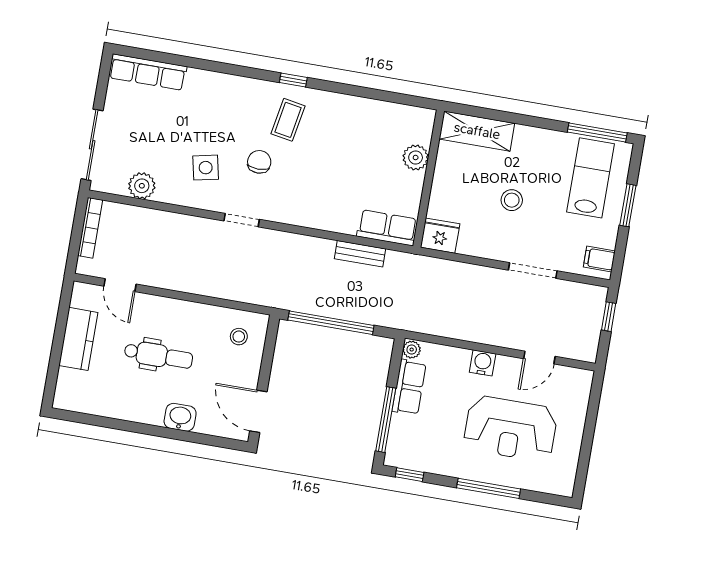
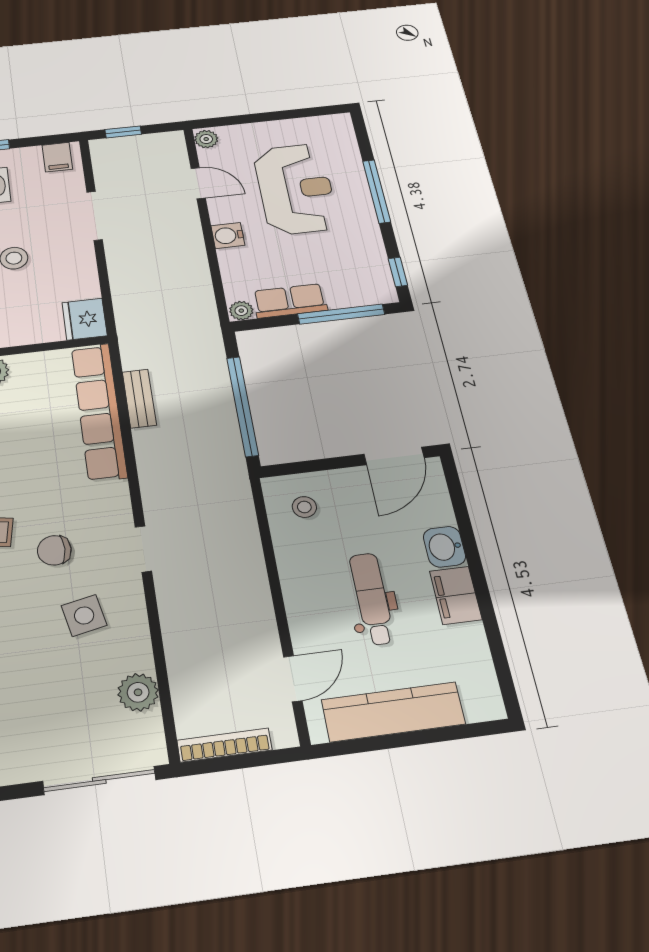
row of seats: (387, 228) -> (99, 411), width x2.02
kitchen counter: (78, 339) -> (393, 712), width x1.50
plant: (581, 378) -> (206, 139), added
filing cabinet: (143, 410) -> (456, 595), added

